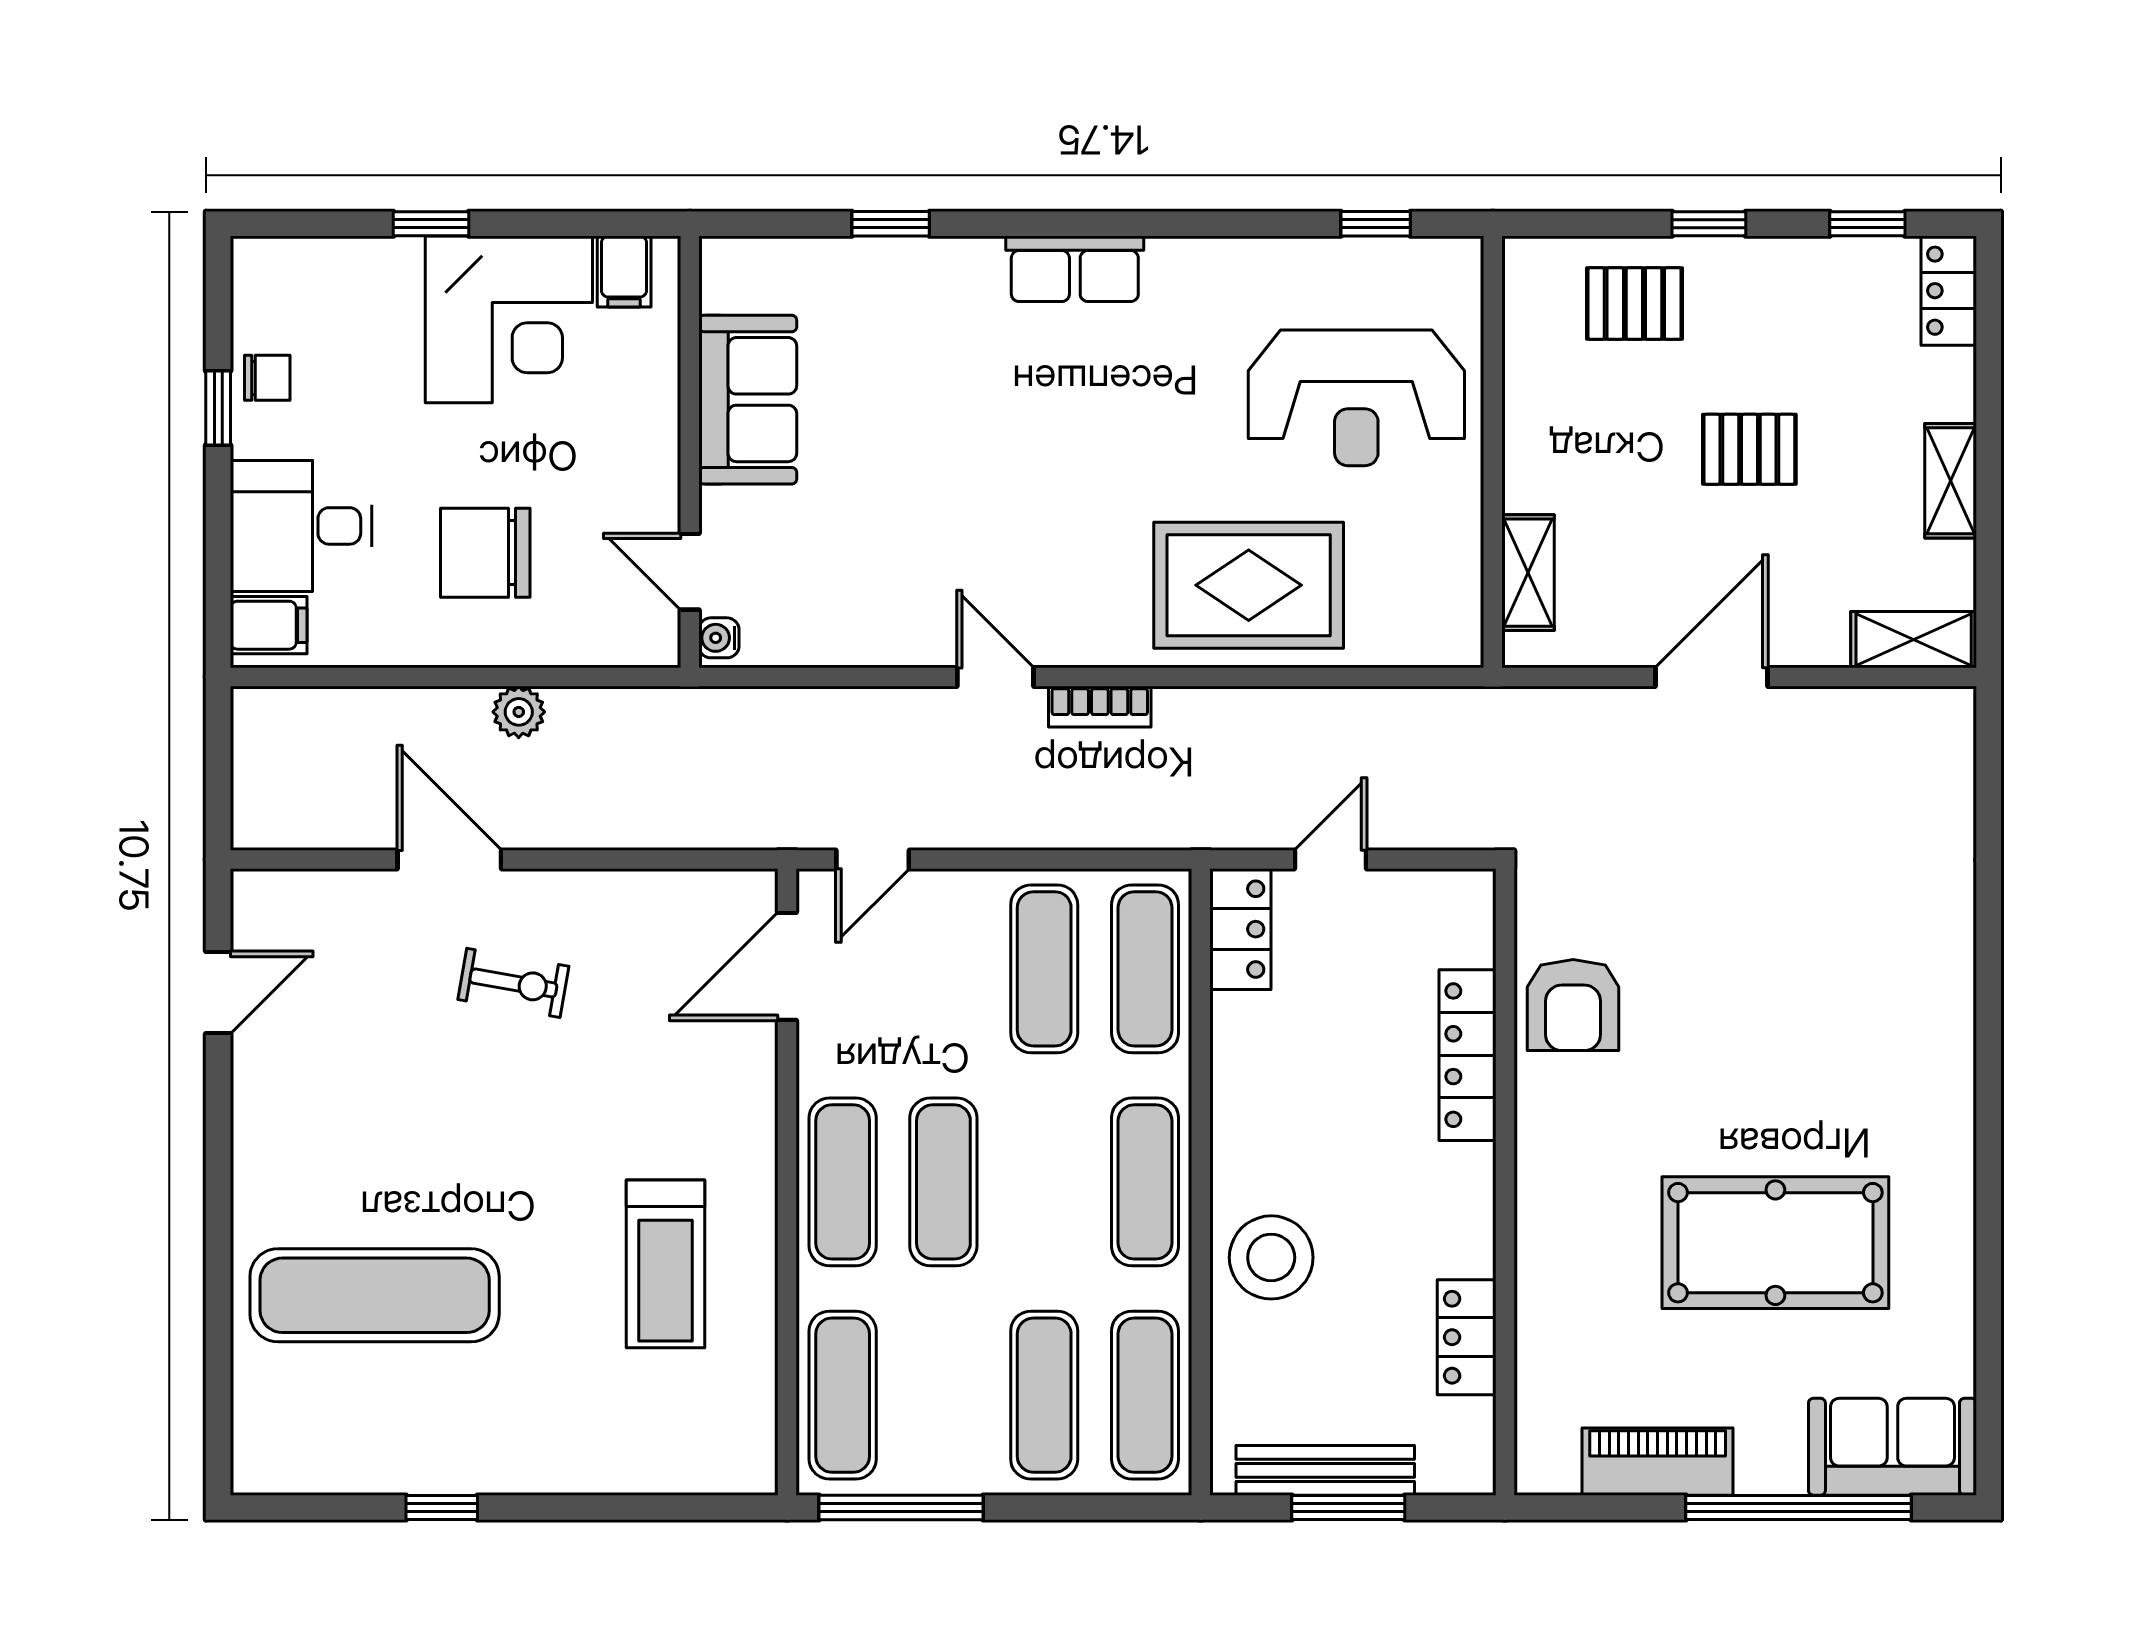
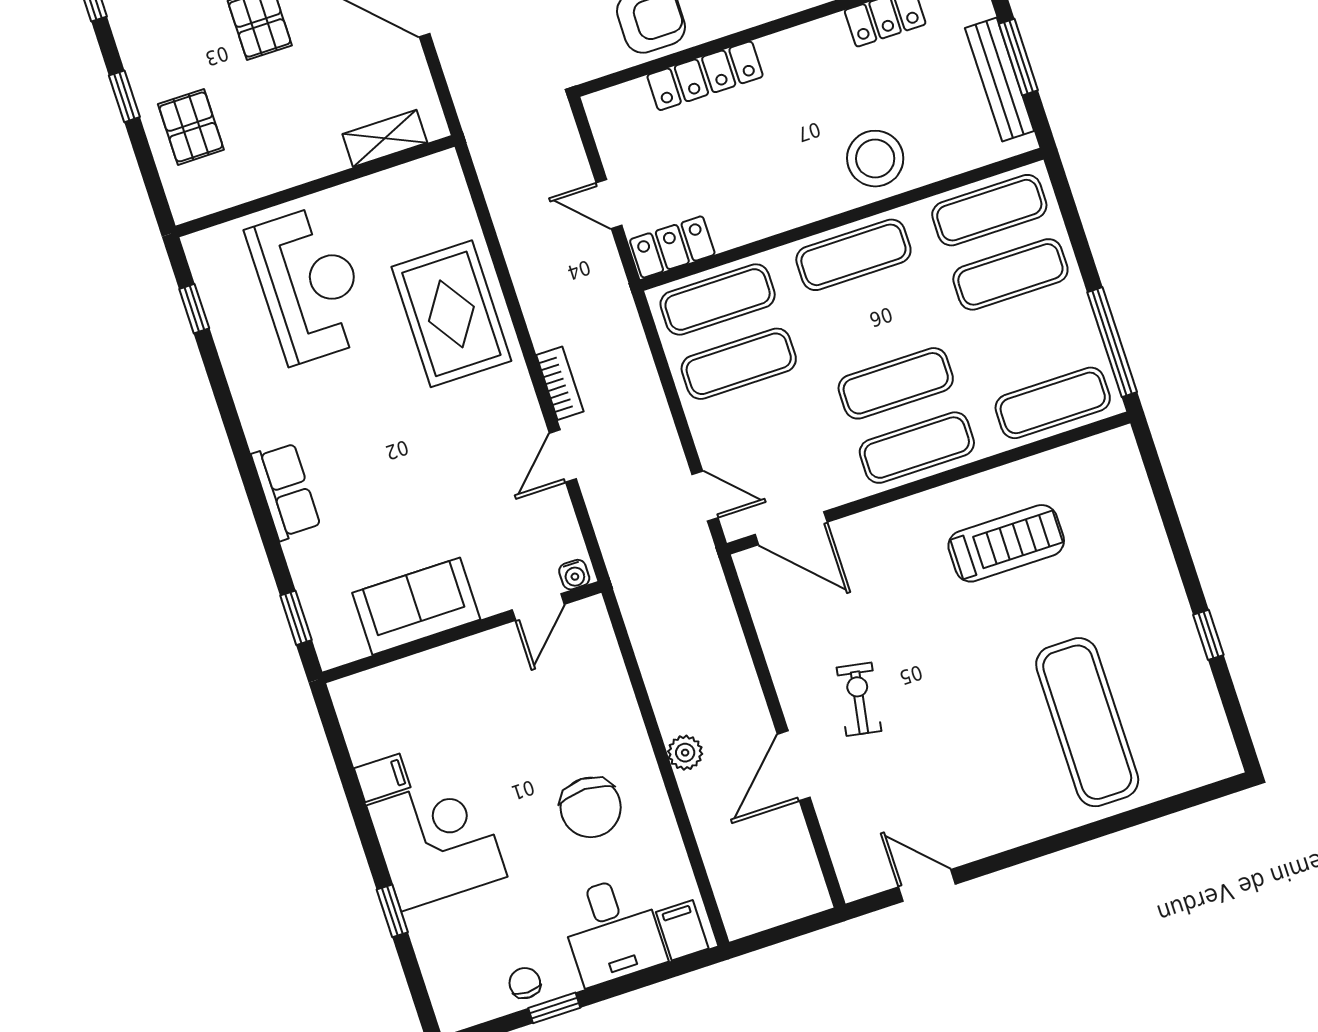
sofa: (748, 400) -> (416, 606), moved
wall: (690, 452) -> (462, 632), moved
door: (690, 572) -> (538, 607), moved
water cooler: (719, 638) -> (574, 575), moved

